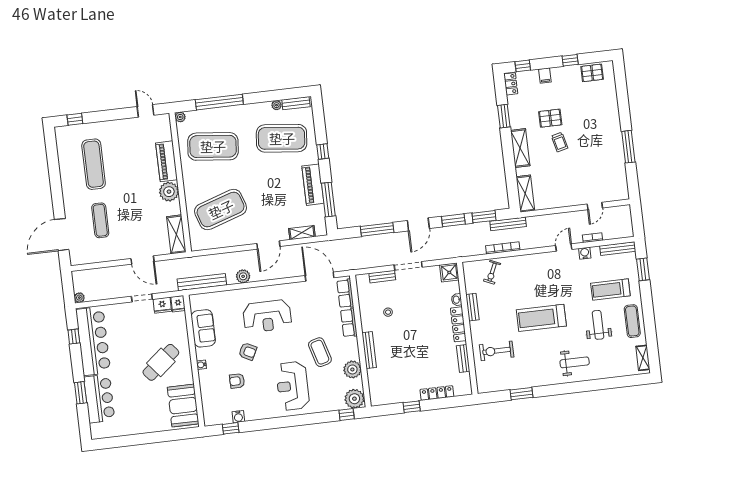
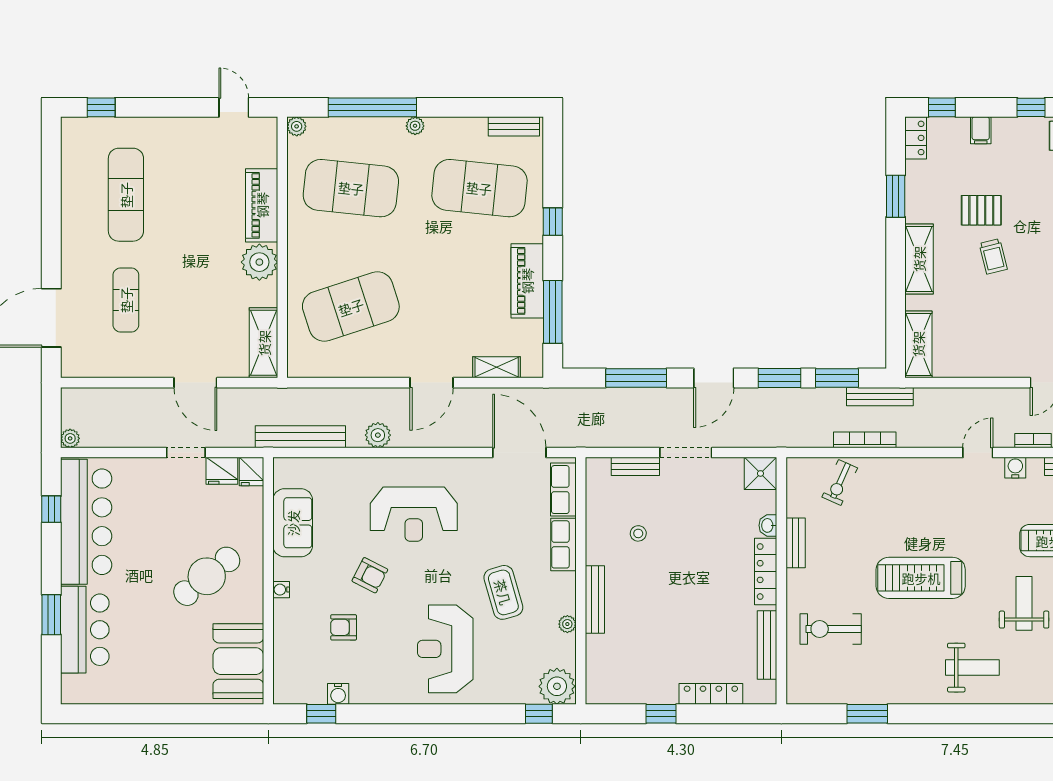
plant: (277, 105) -> (415, 126), moved
bench: (463, 359) -> (767, 645), width x1.36
plant: (352, 369) -> (567, 624), width x0.53, depth x0.53

